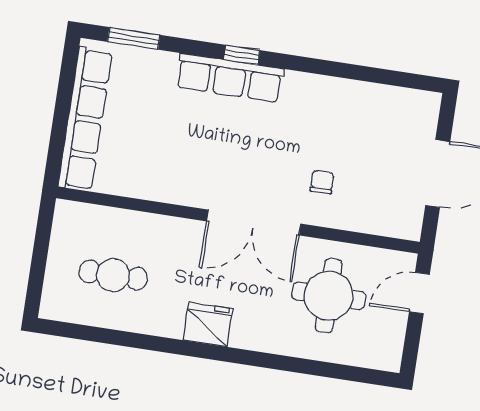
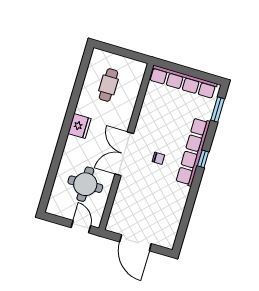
row of seats: (230, 78) -> (193, 152), width x1.36
chair: (322, 182) -> (158, 158), moved

